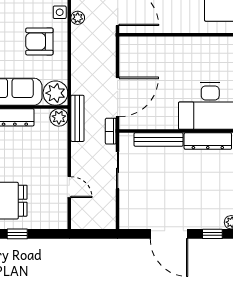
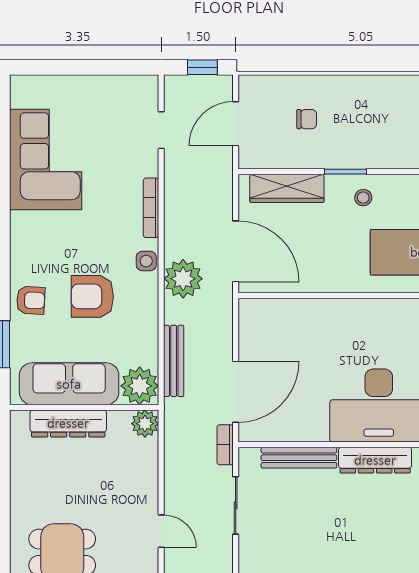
plant: (78, 18) -> (183, 279), width x1.87, depth x1.87
armchair: (39, 41) -> (92, 296), moved
bench: (77, 118) -> (174, 361), moved

